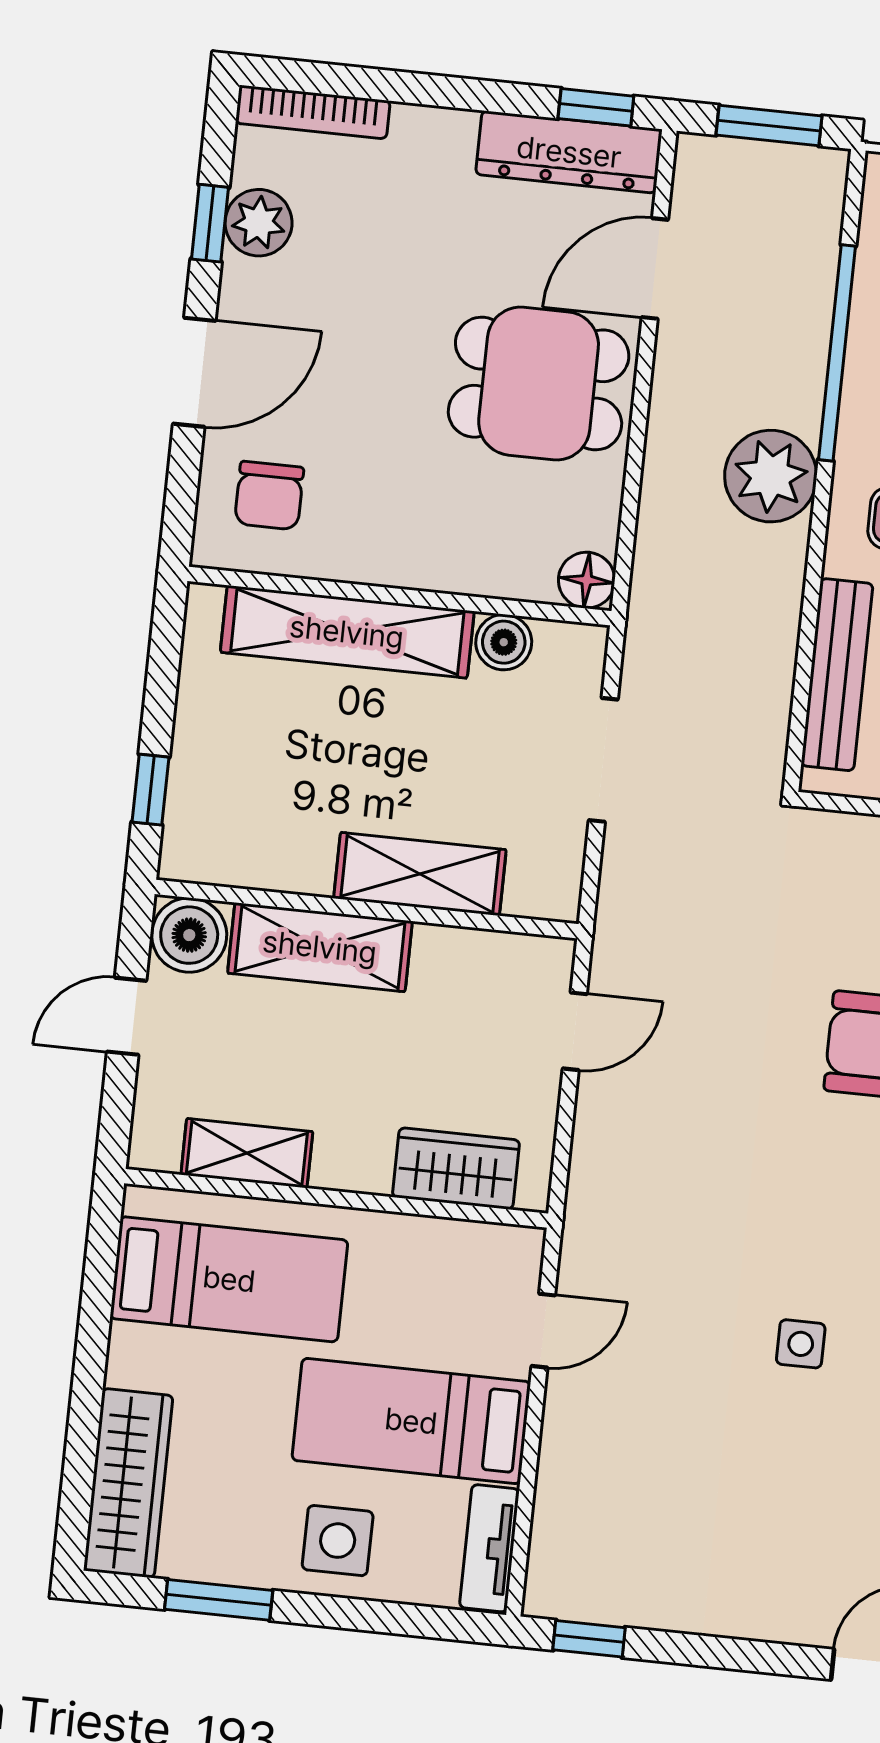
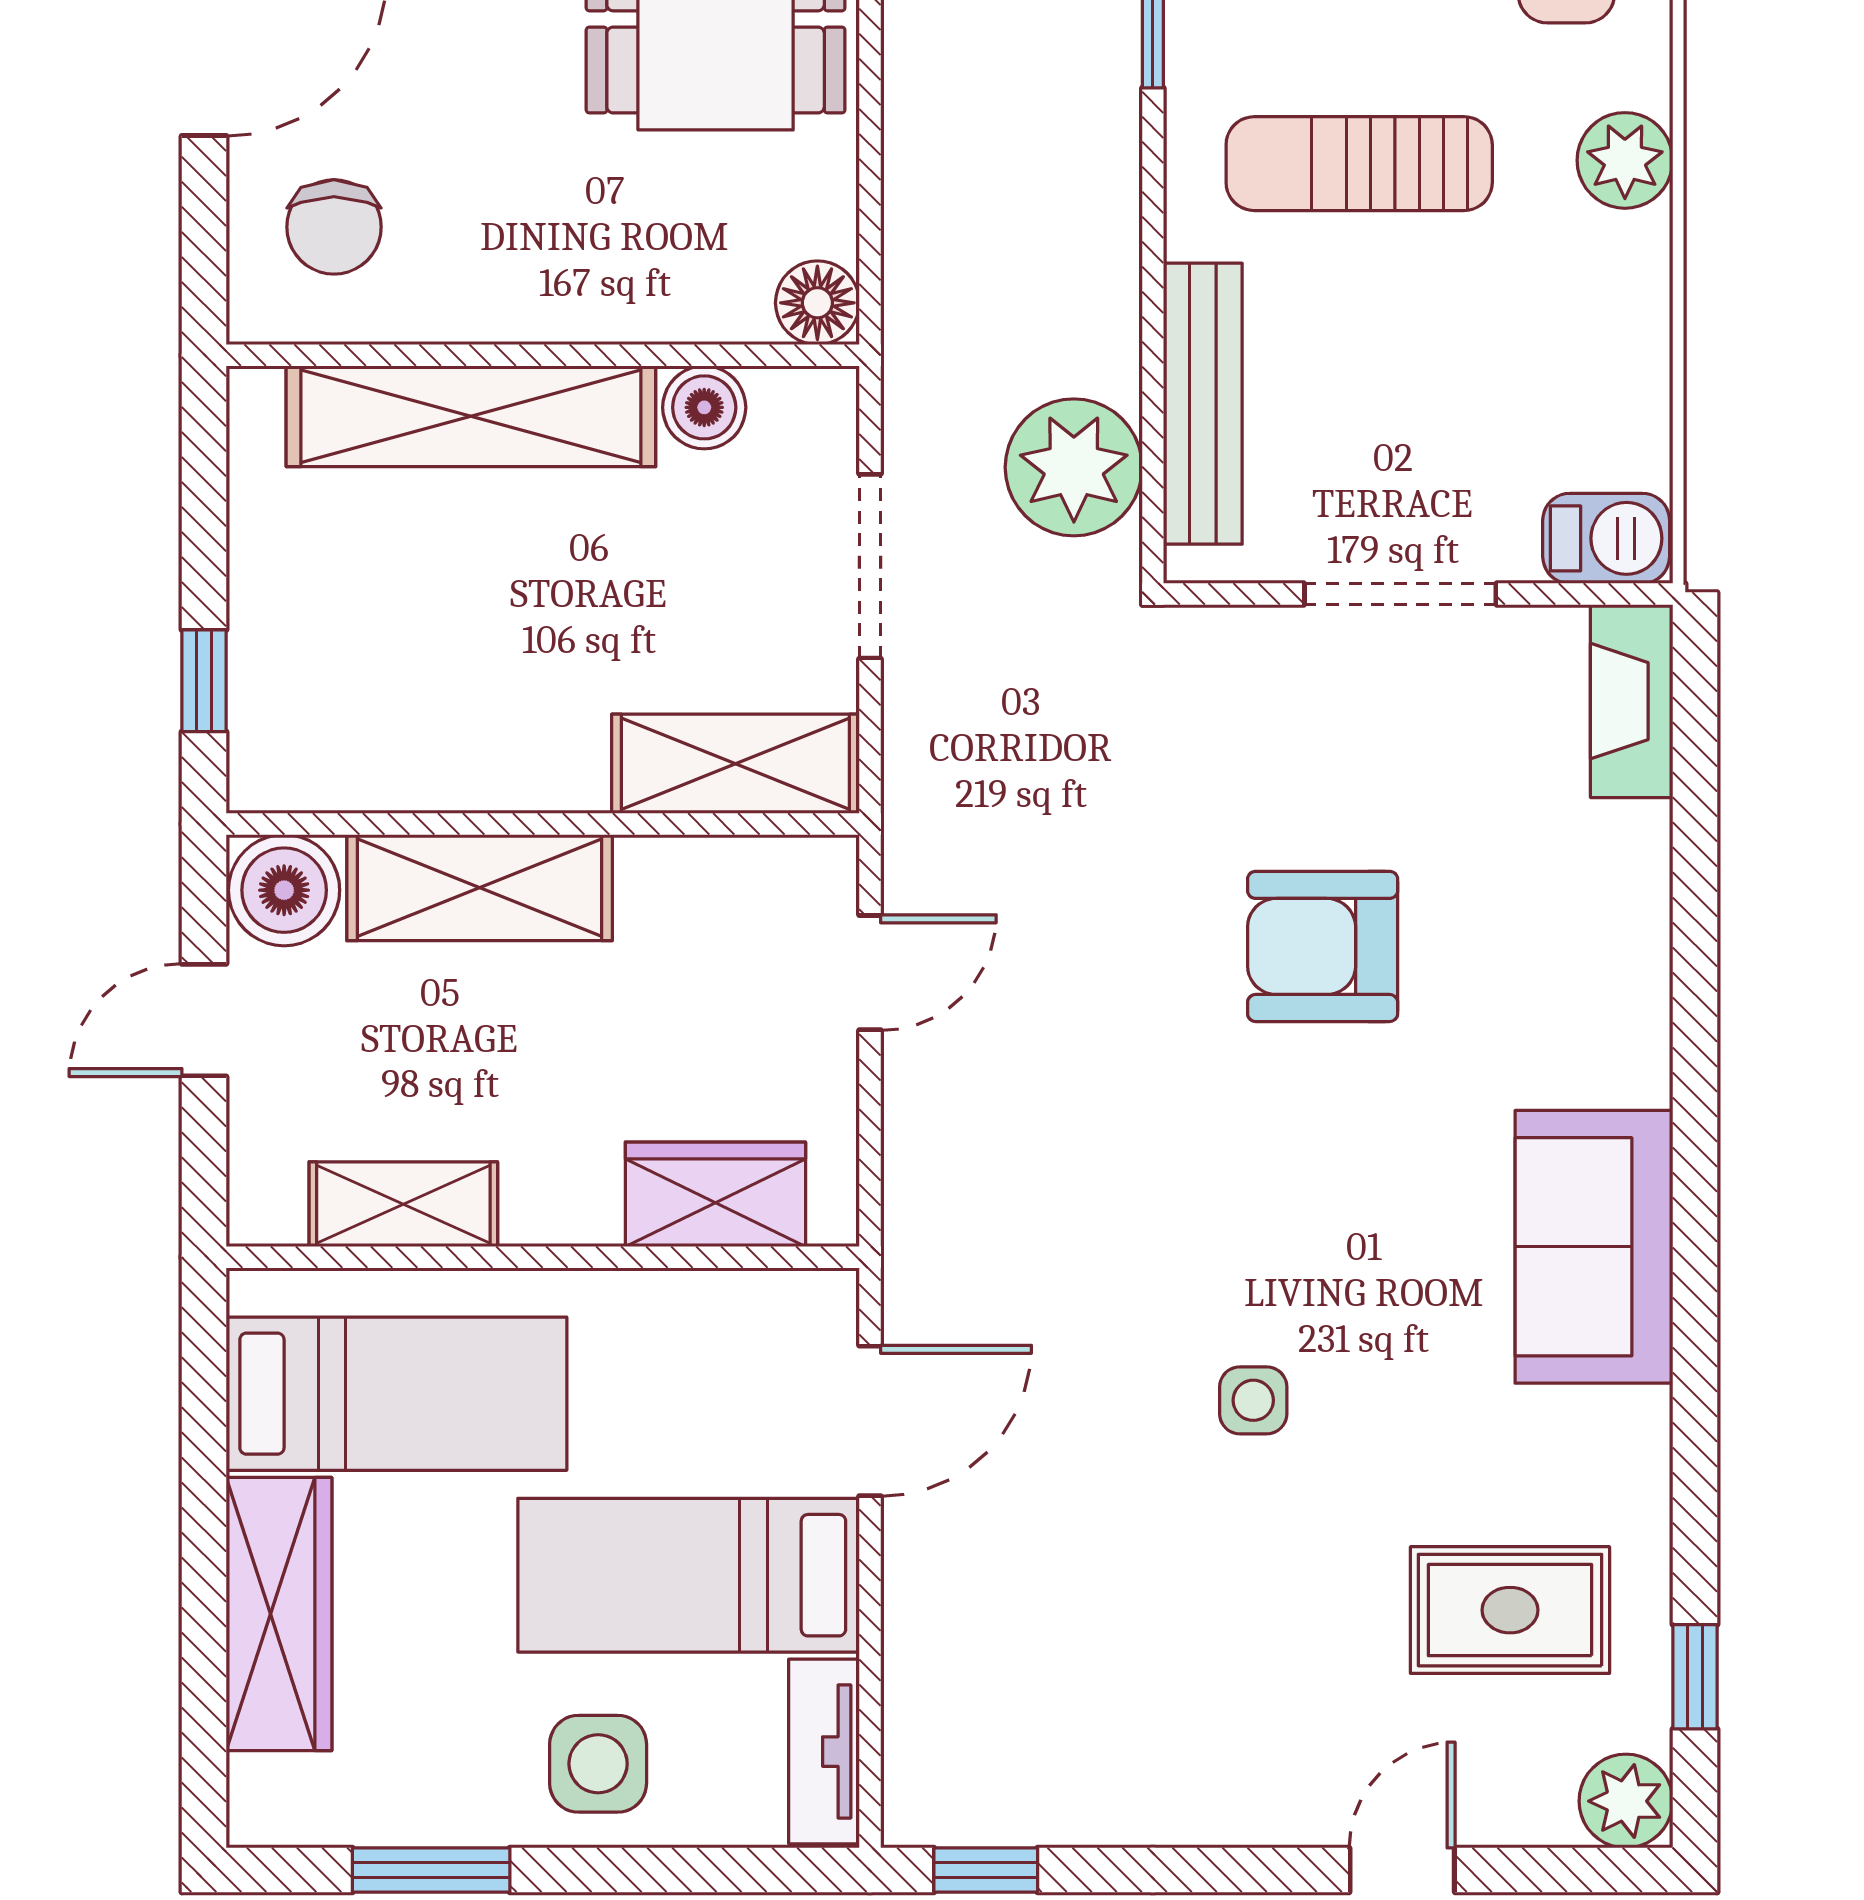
plant: (771, 476) -> (1074, 467), moved
shelving: (420, 874) -> (735, 764), moved
door: (543, 1331) -> (870, 1421), width x1.38
wardrobe: (128, 1483) -> (279, 1614), moved

